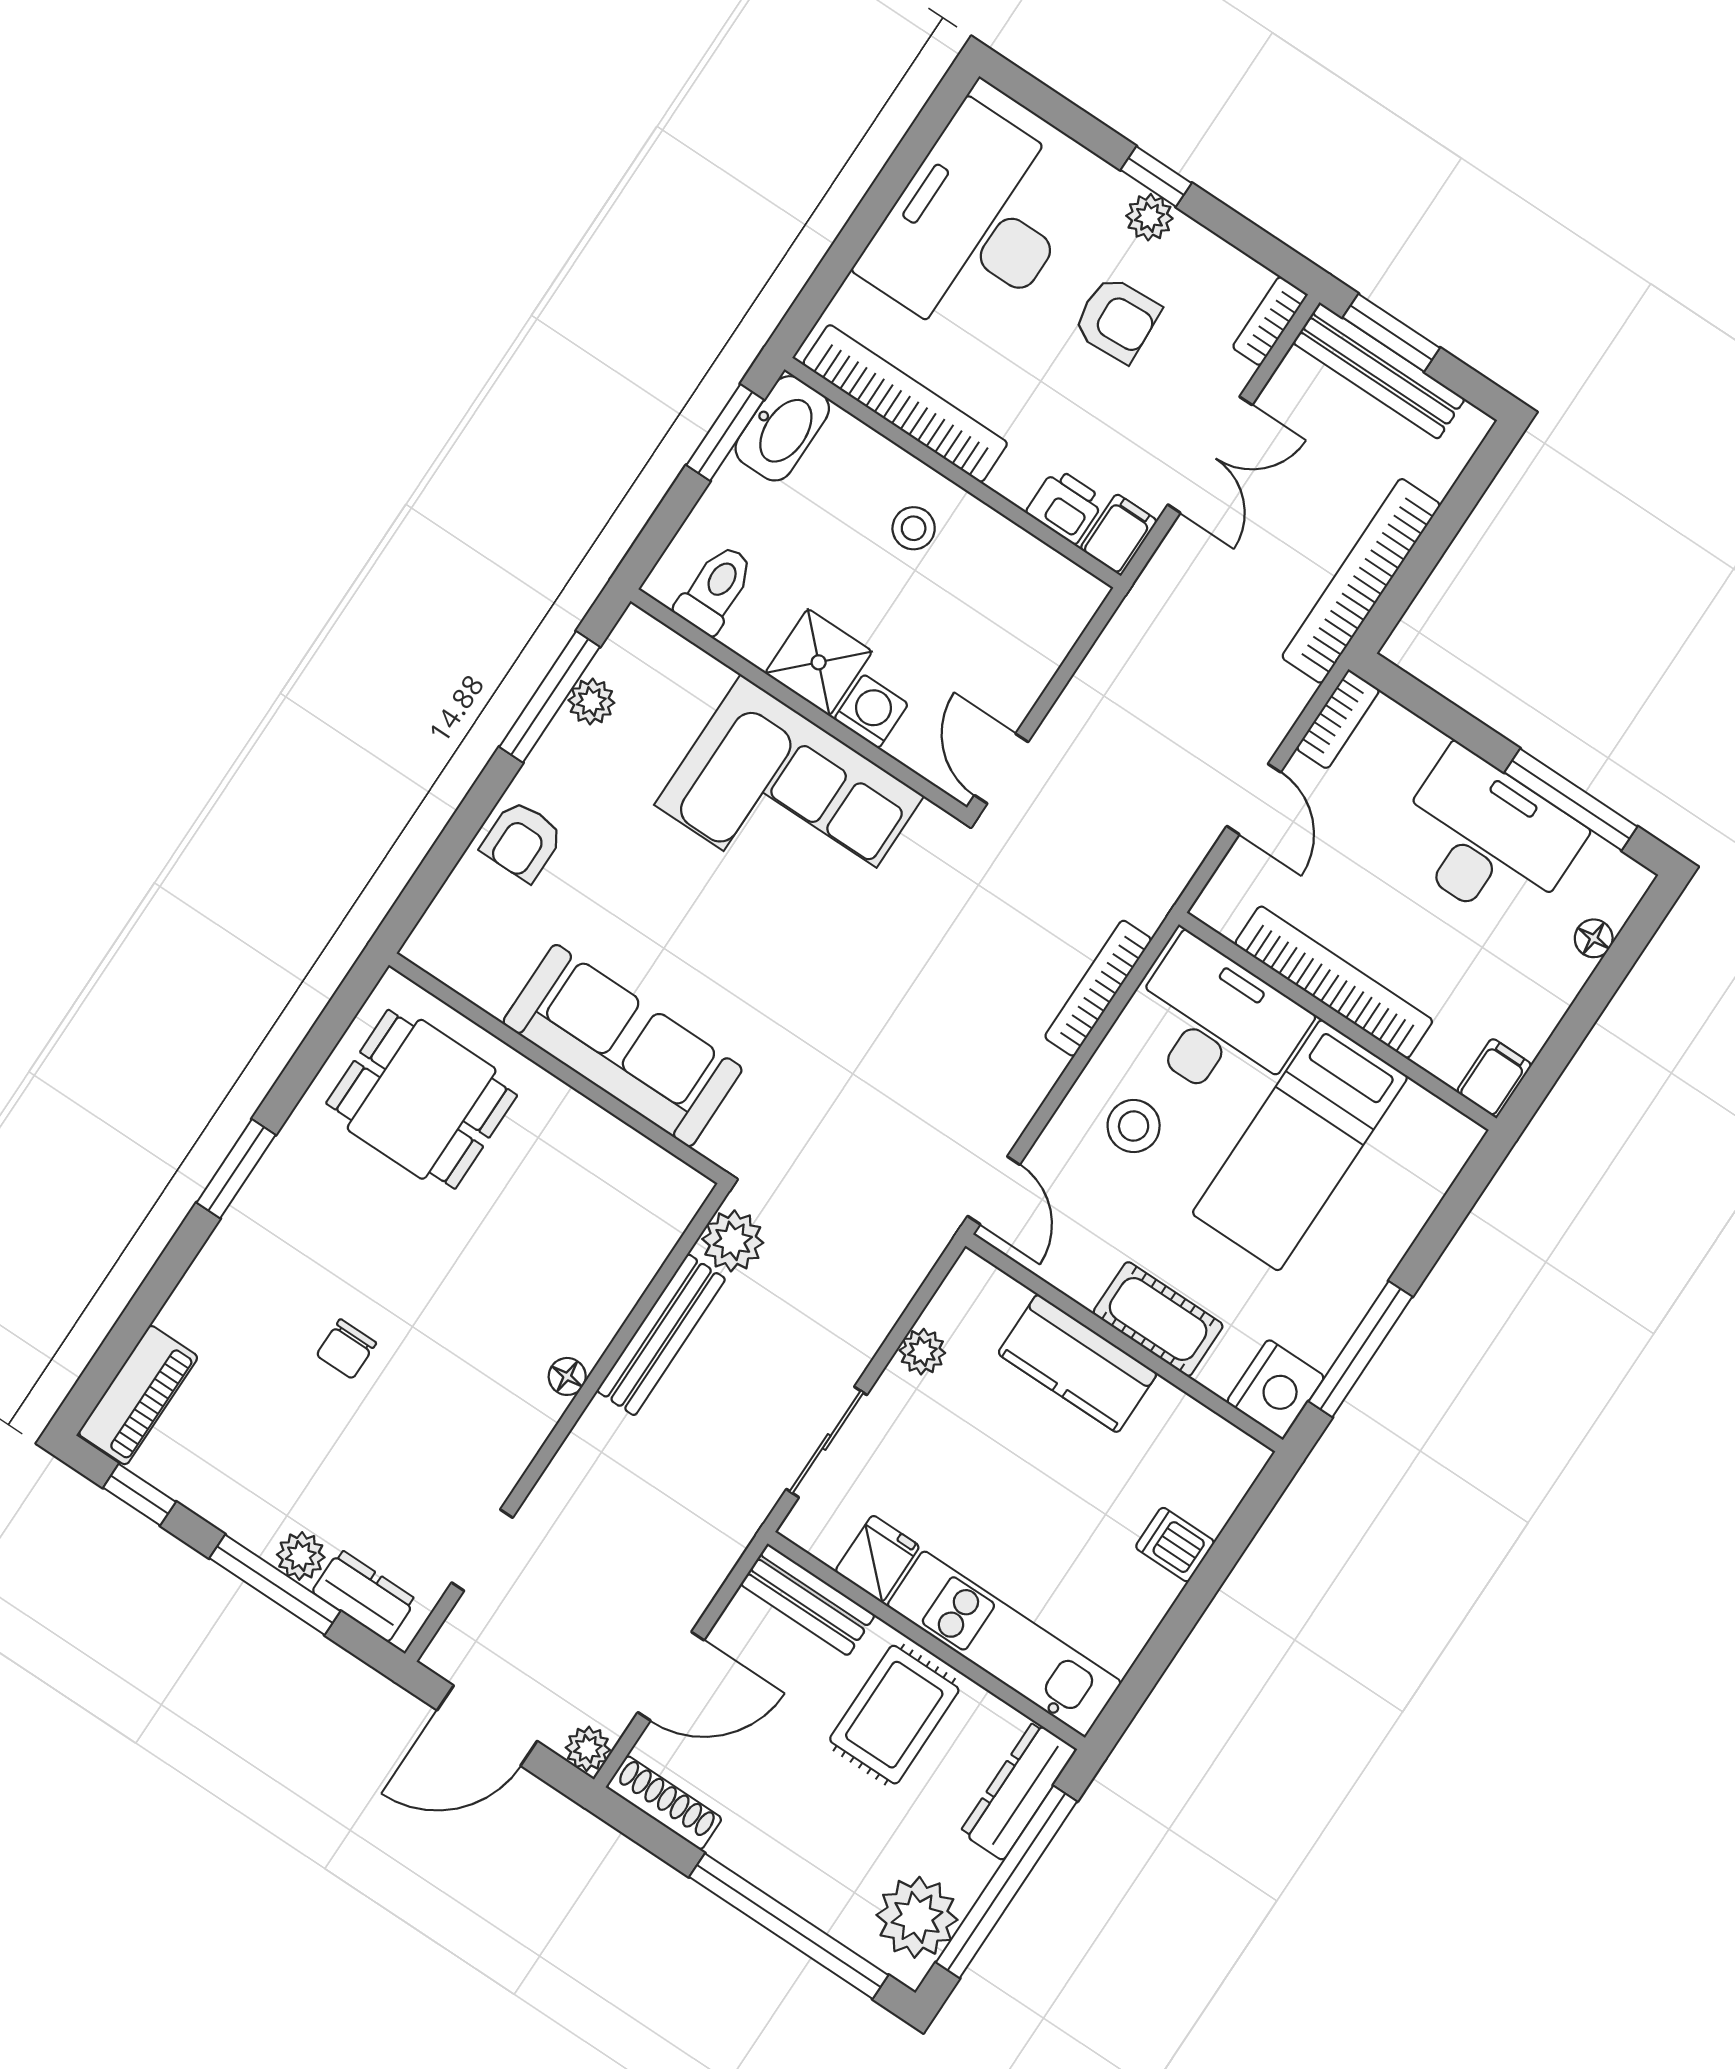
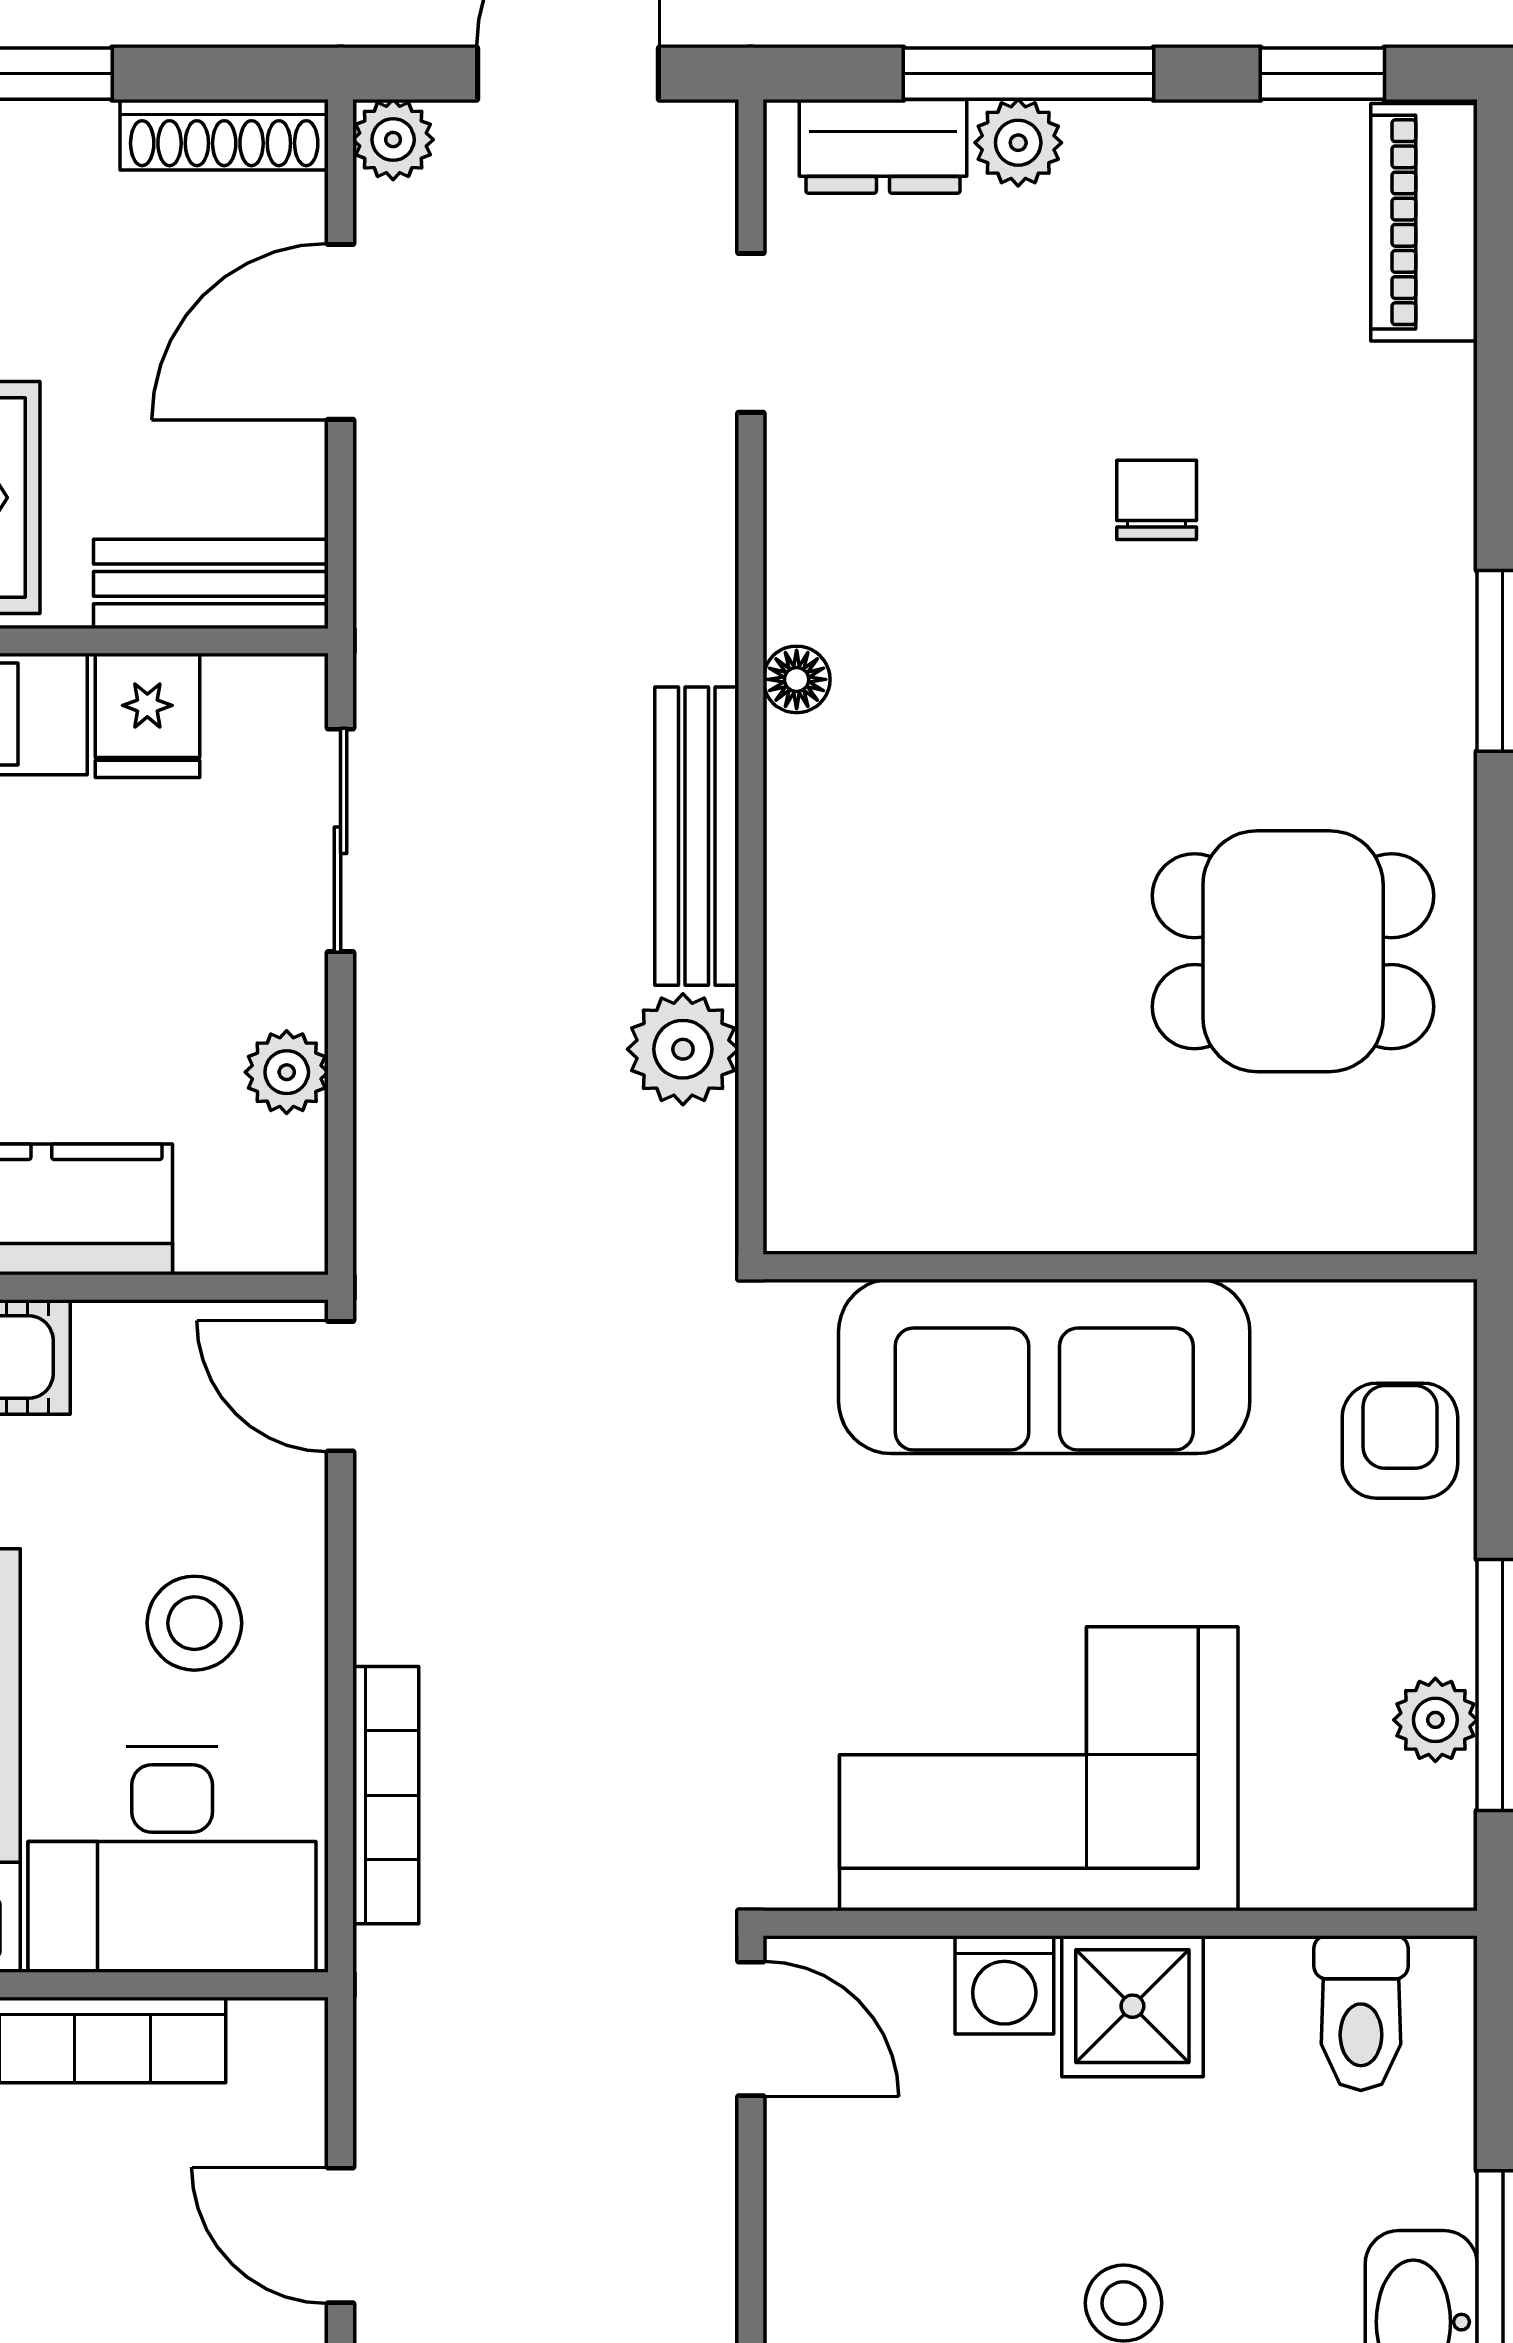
sofa: (623, 1046) -> (1044, 1366), moved
wall: (557, 1068) -> (1120, 1267), moved

